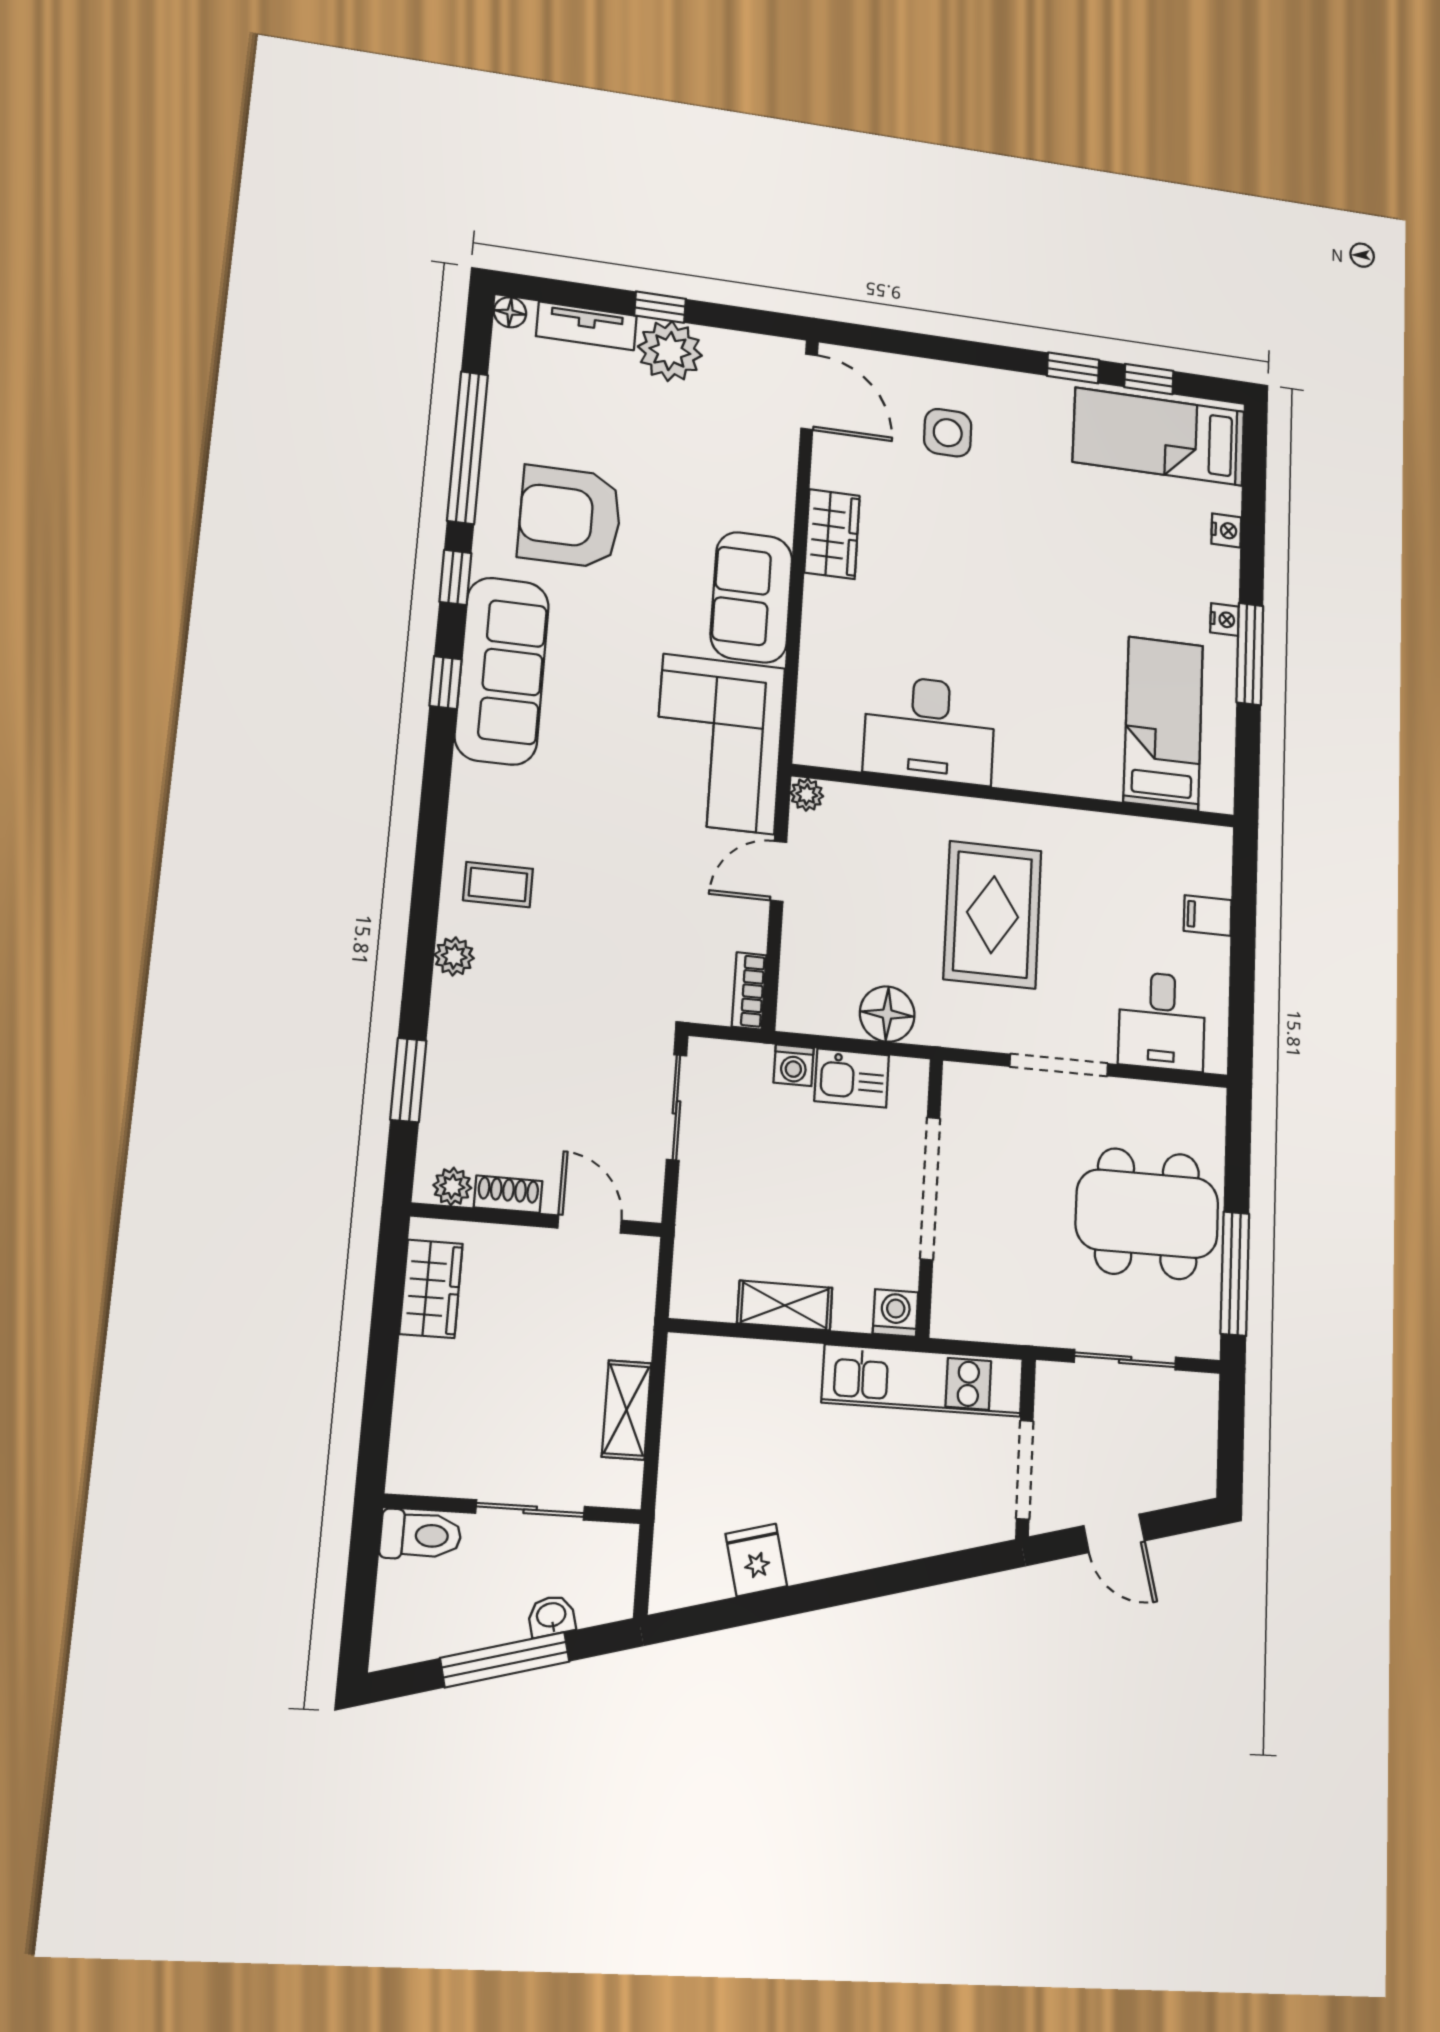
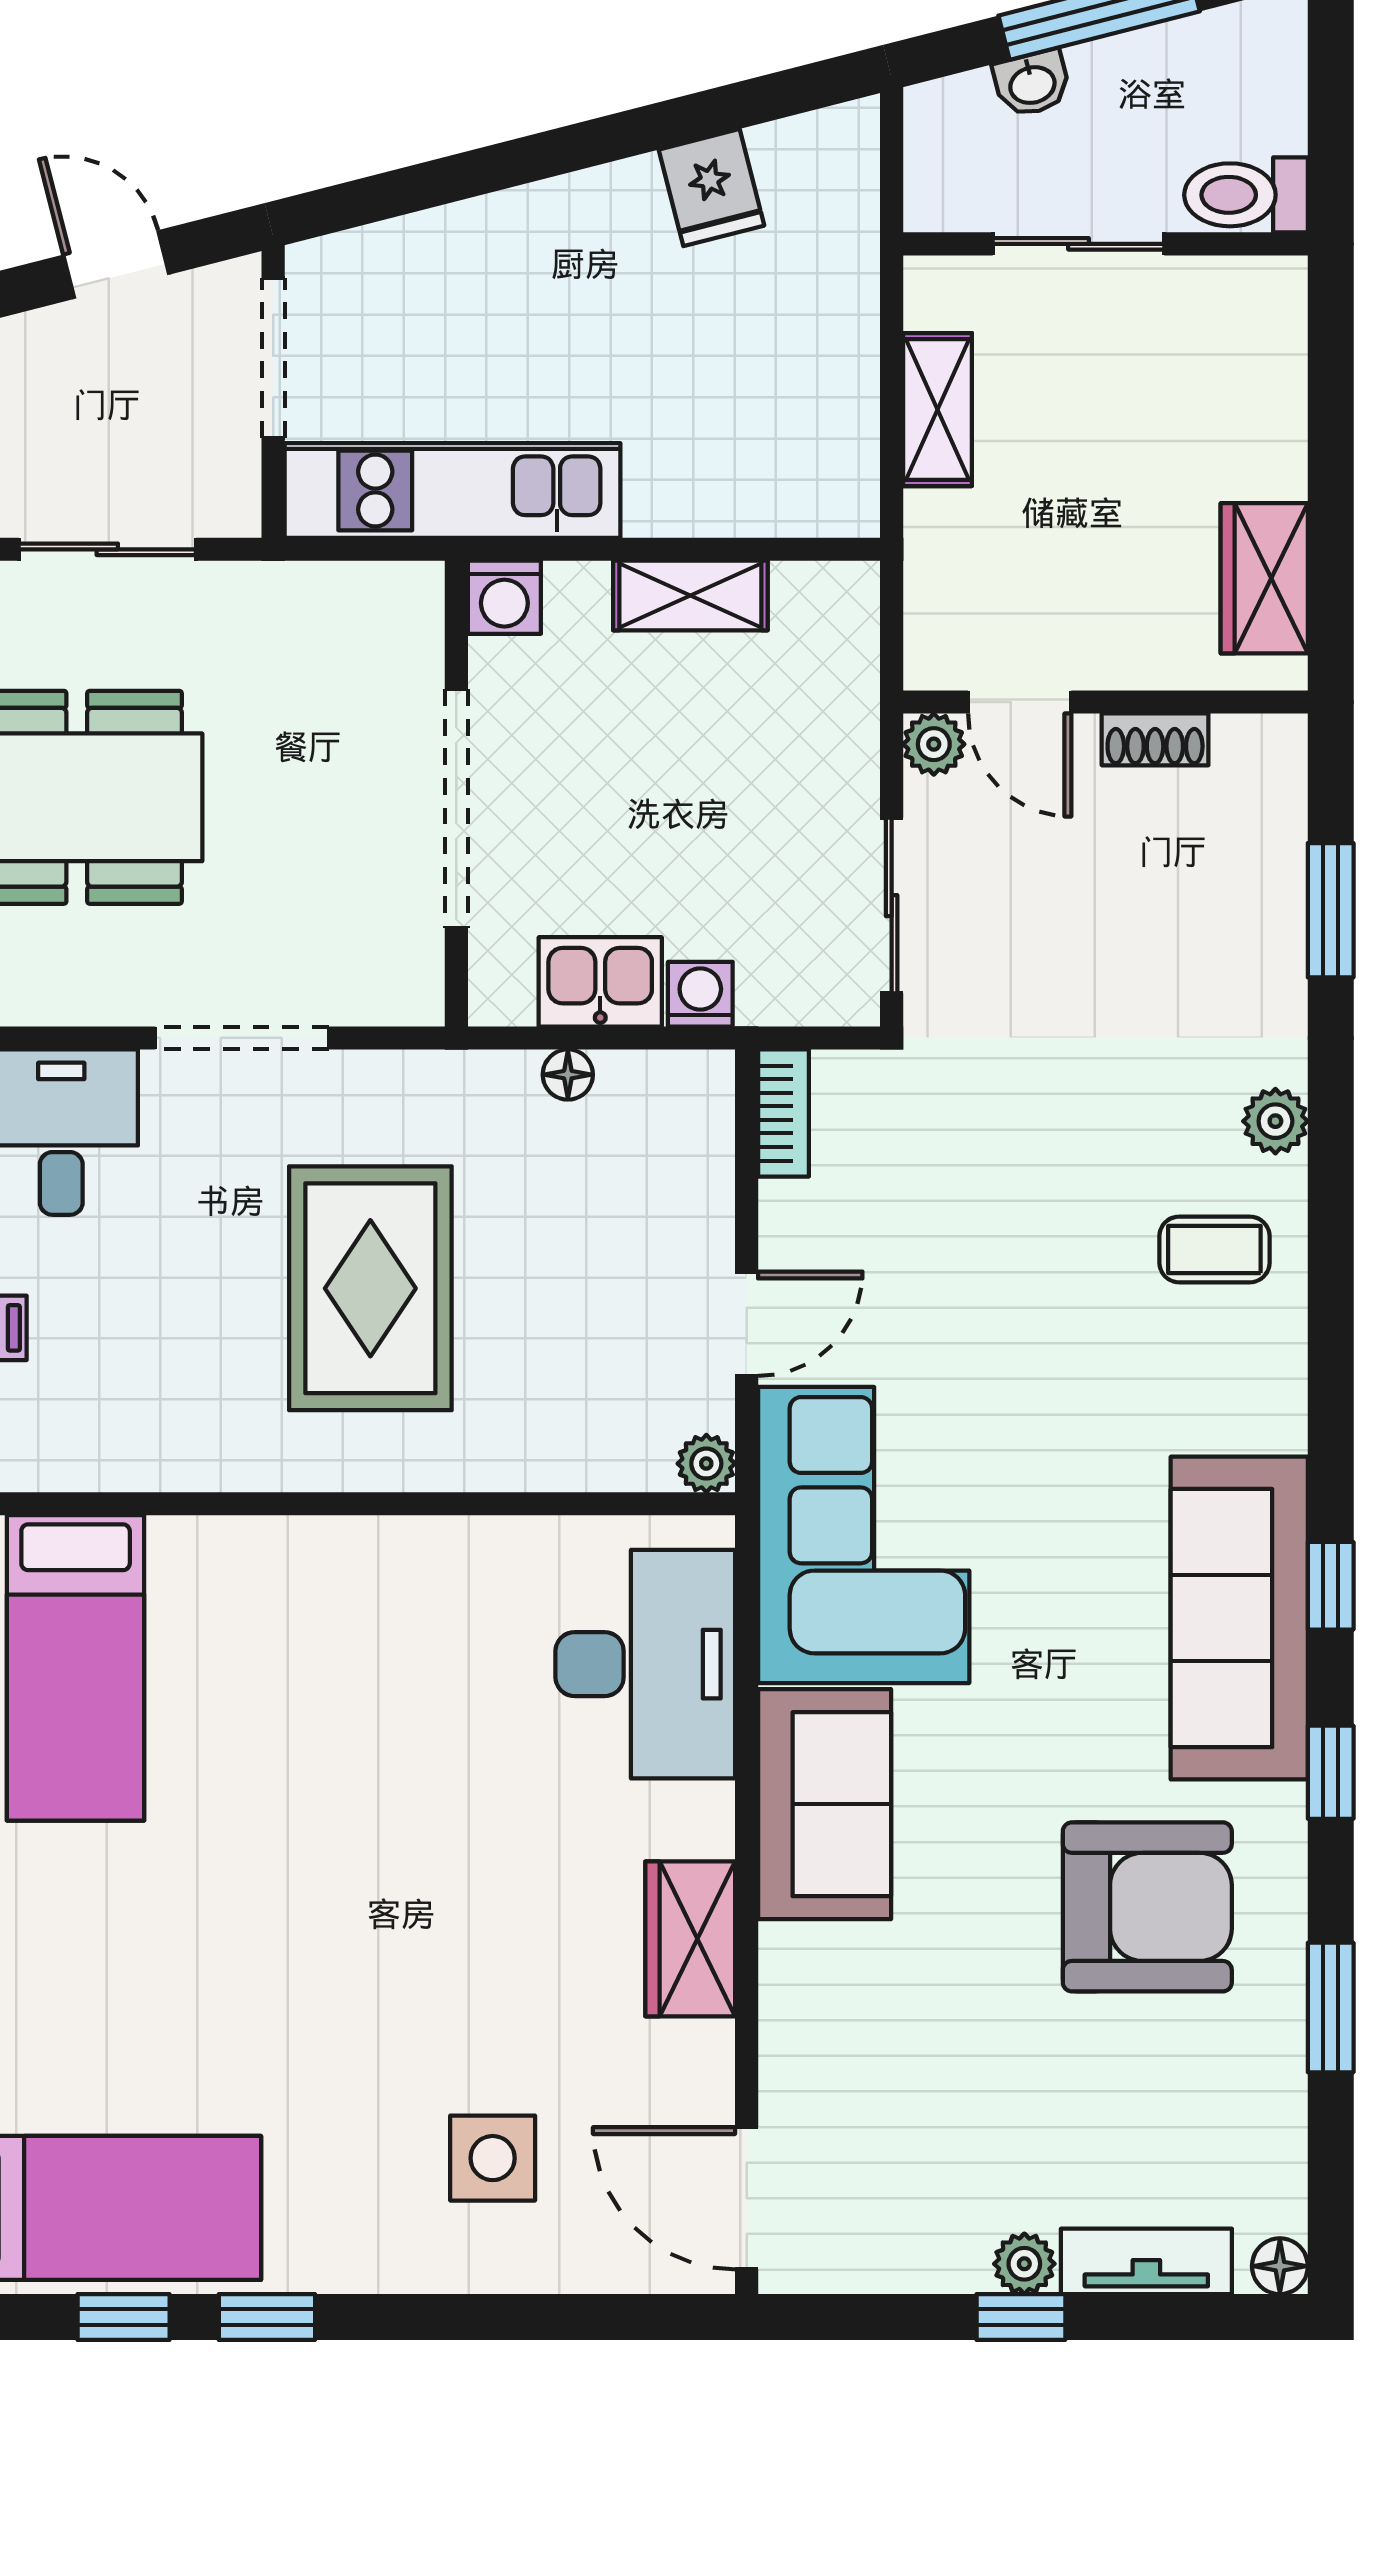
plant: (670, 351) -> (1024, 2264), width x0.53, depth x0.53
window: (468, 448) -> (1331, 2008), width x0.47
desk: (929, 729) -> (645, 1664), moved, turned 90
floor lamp: (887, 1014) -> (568, 1075), width x0.53, depth x0.53
plant: (452, 1187) -> (934, 744), moved

